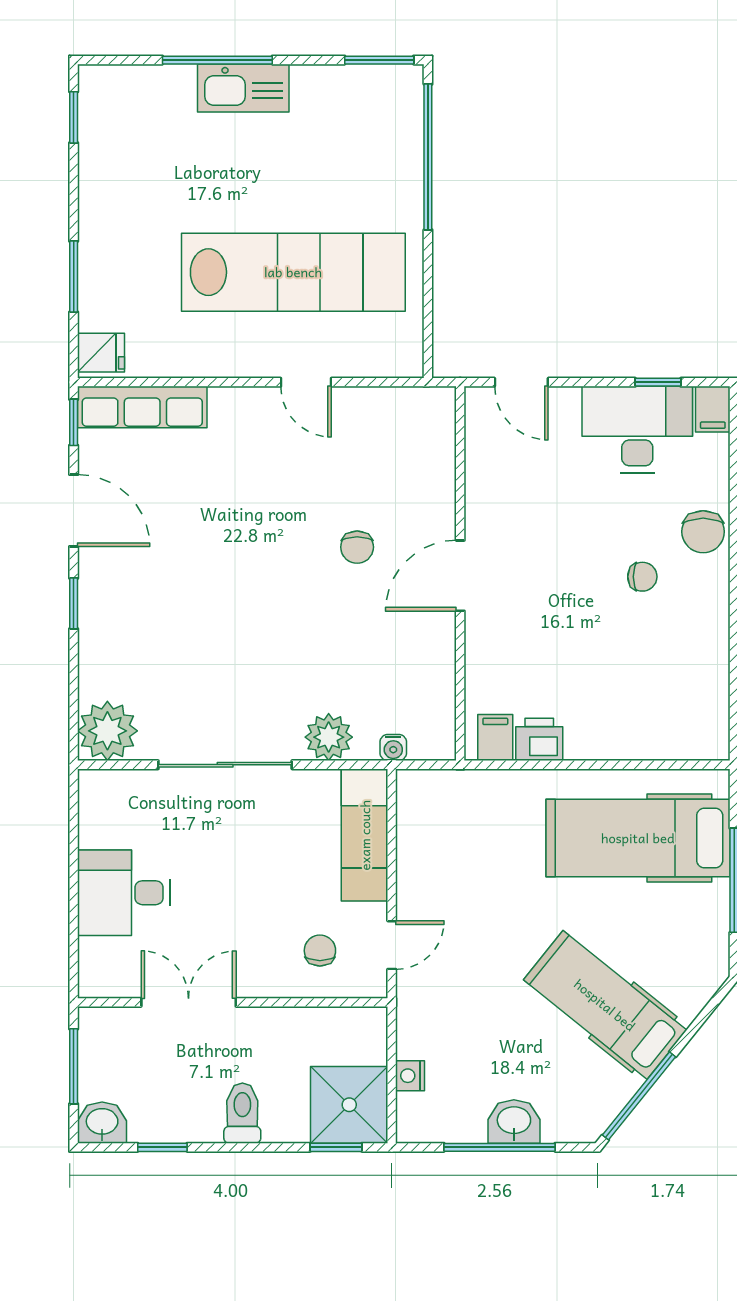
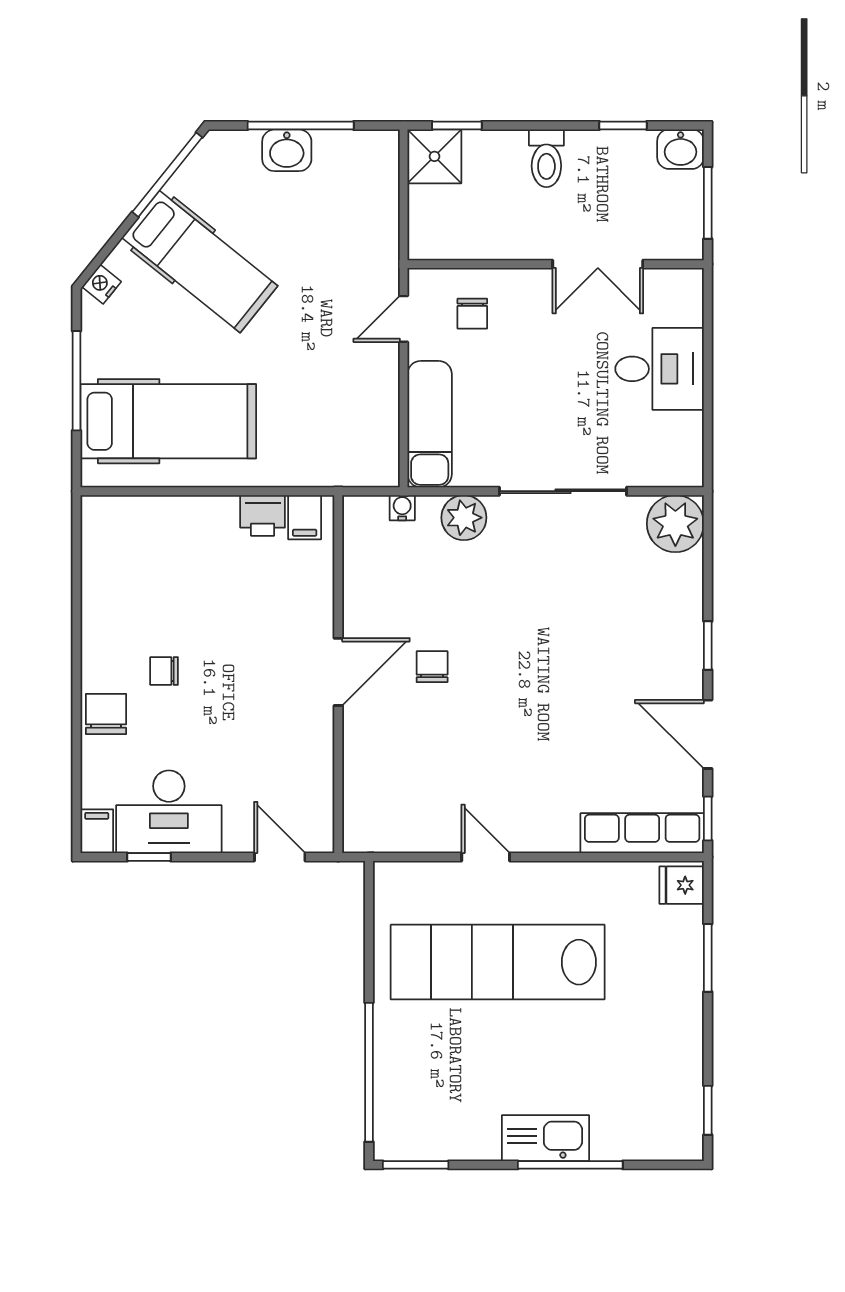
chair: (357, 547) -> (432, 667), moved
nightstand: (410, 1076) -> (102, 284), moved, turned -141
shower: (349, 1105) -> (434, 156), width x0.73, depth x0.73

